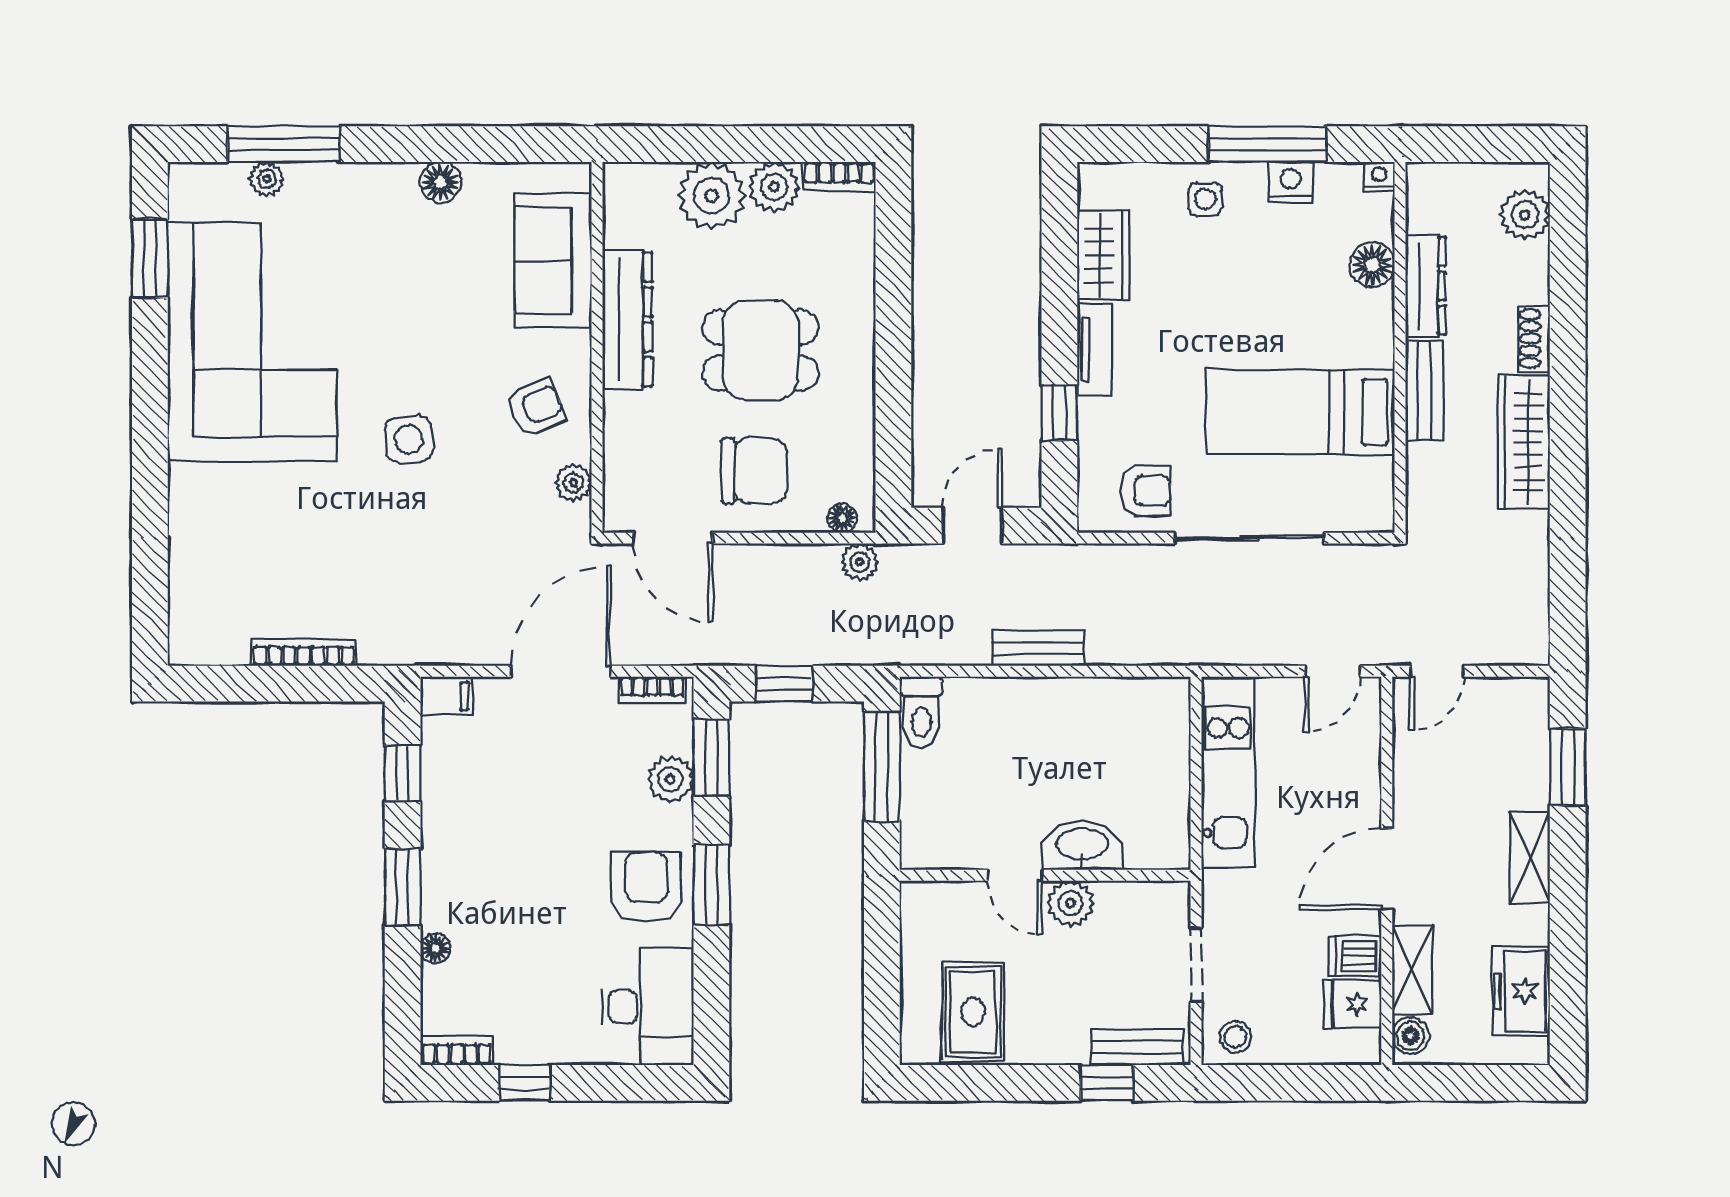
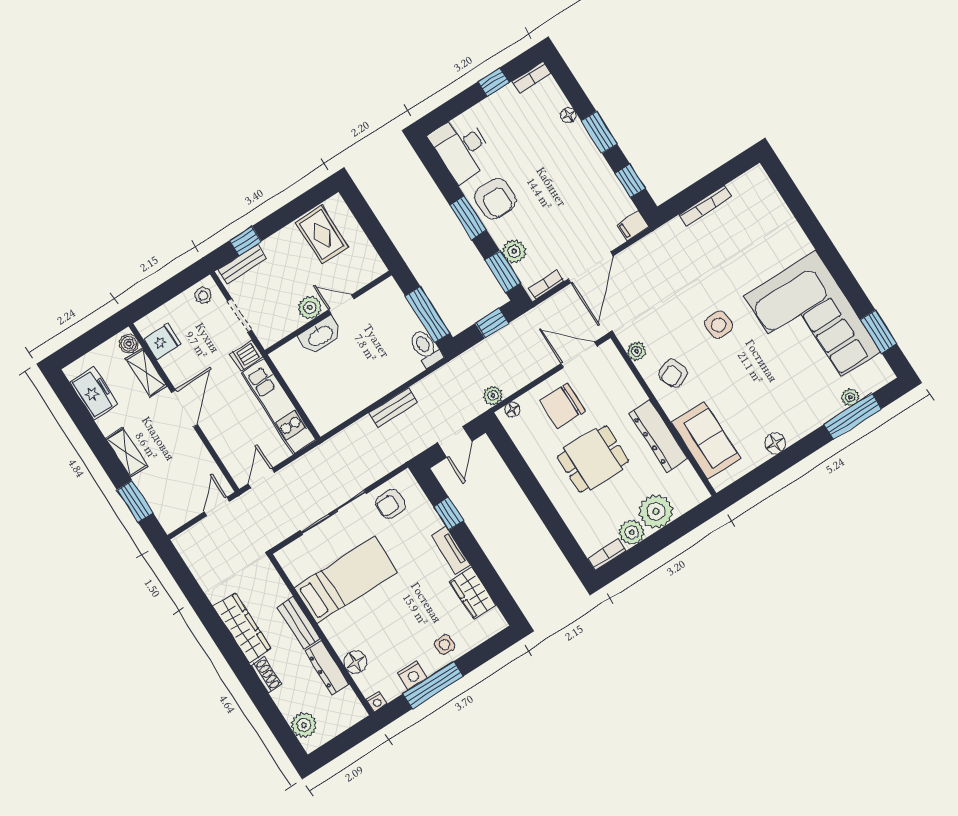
dishwasher: (1355, 956) -> (246, 356), moved, turned 180

